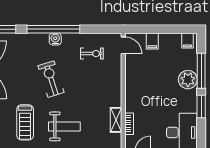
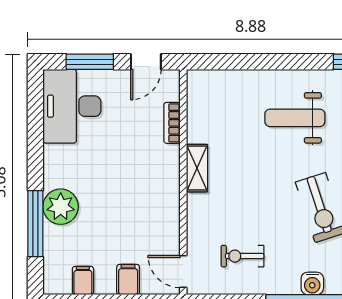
filing cabinet: (188, 41) -> (83, 280), moved
window: (201, 106) -> (35, 156), removed
shelving: (116, 120) -> (197, 168), moved

